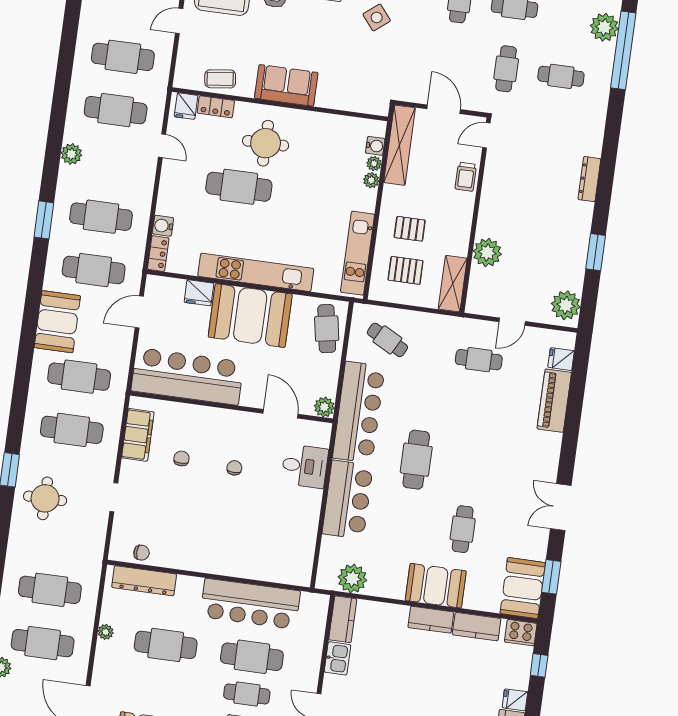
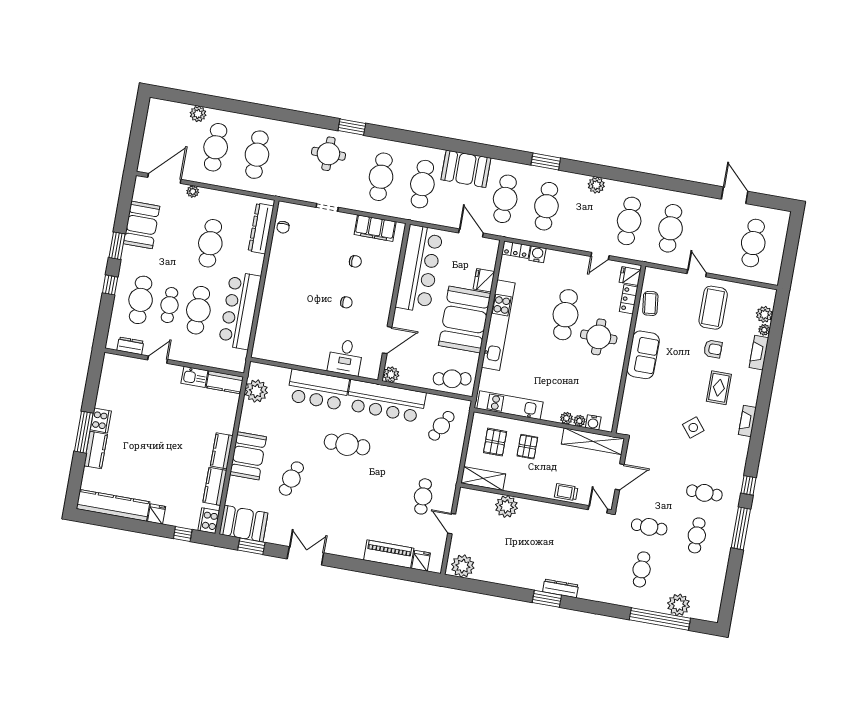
window: (596, 252) -> (547, 599), moved
cafe table: (463, 529) -> (291, 479), turned -72
plant: (106, 632) -> (193, 191), moved

